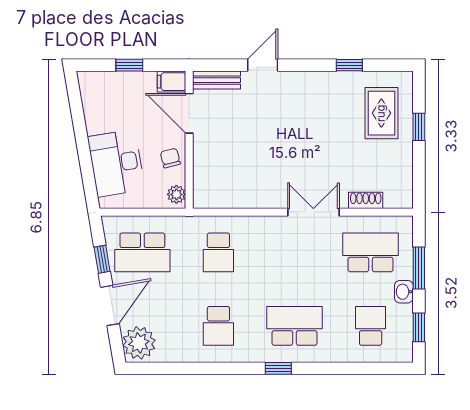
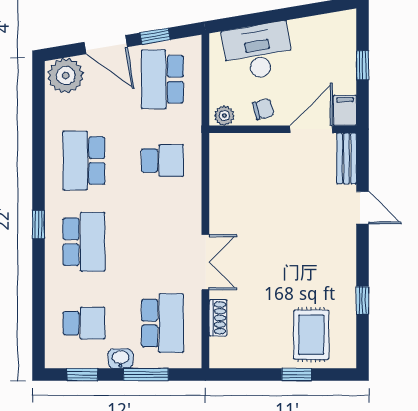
rug: (381, 113) -> (311, 335), turned 90
school desk: (218, 252) -> (162, 161), turned 180
school desk: (218, 326) -> (84, 161), width x1.85

